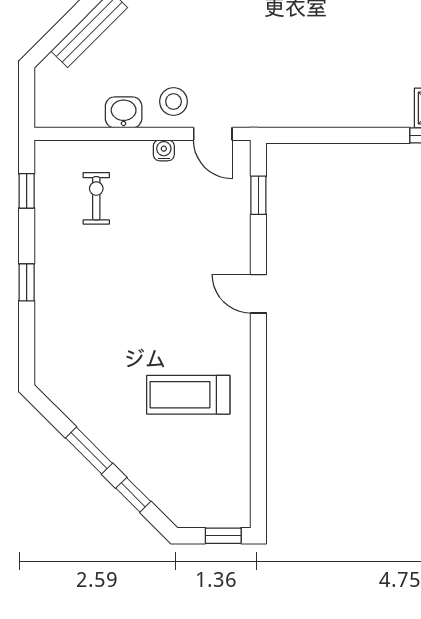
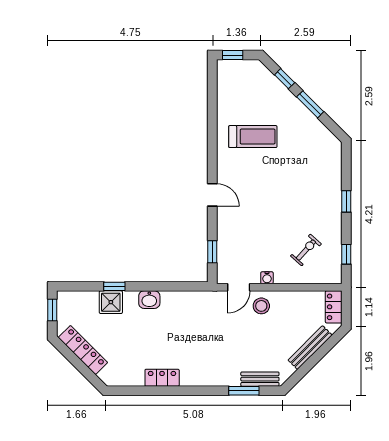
locker: (48, 100) -> (334, 307), added
washbasin: (124, 112) -> (149, 300), moved
door: (213, 134) -> (239, 287), swing flipped
exercise bike: (96, 198) -> (306, 250), turned -138

